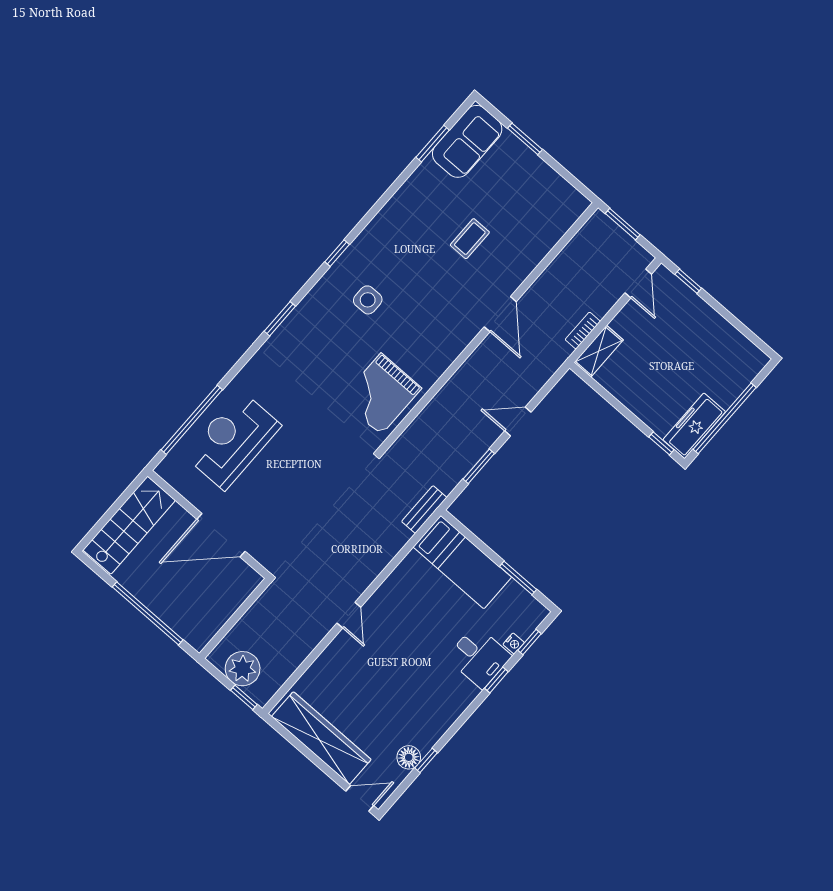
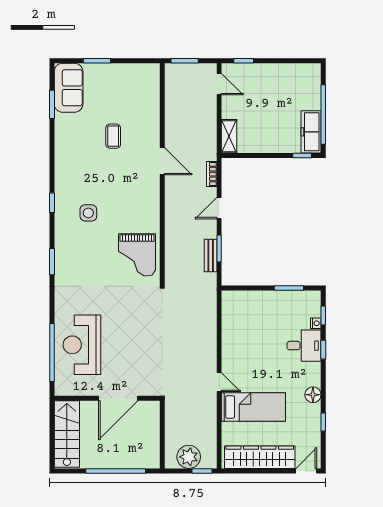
bookcase: (583, 331) -> (212, 174), moved
bench: (424, 510) -> (211, 256), moved
bed: (462, 562) -> (253, 407), moved
floor lamp: (409, 757) -> (313, 395), moved

